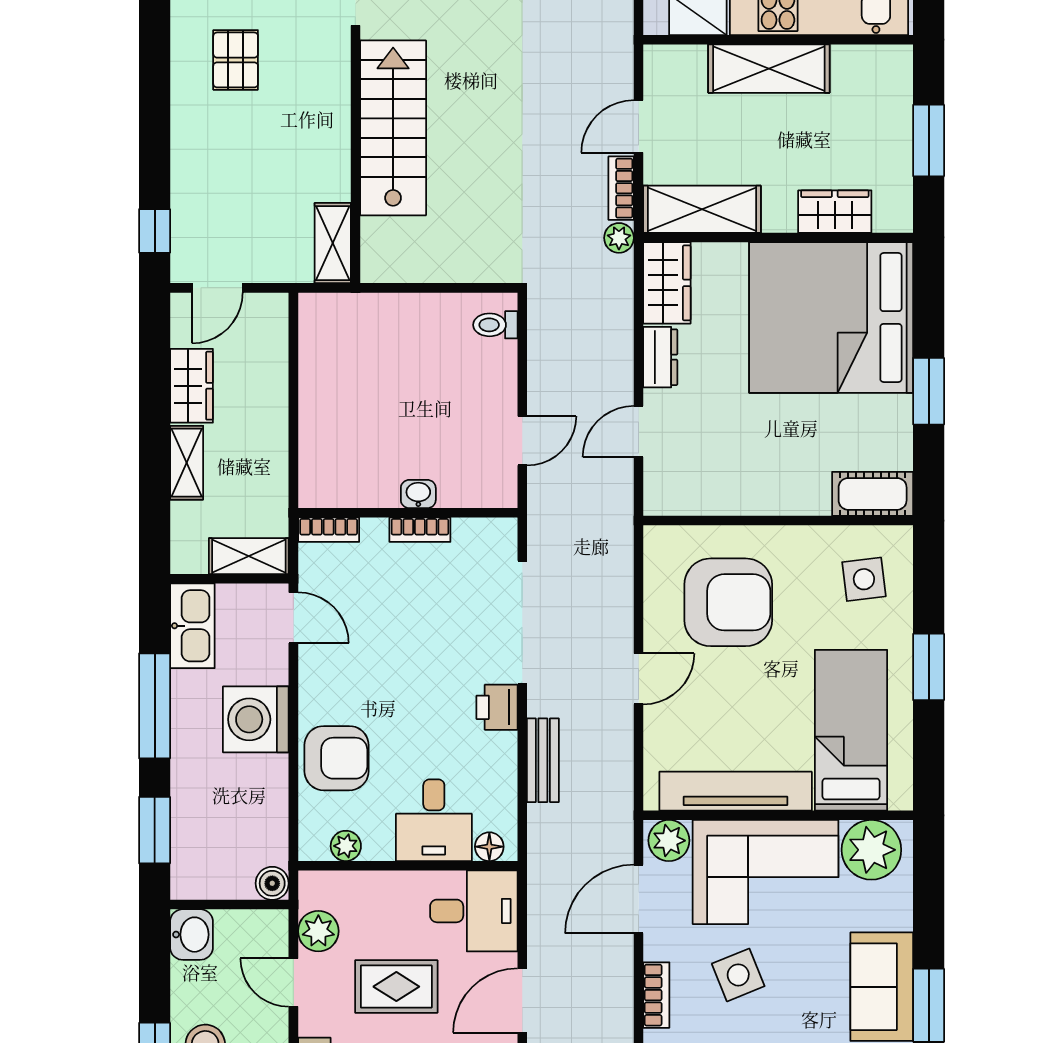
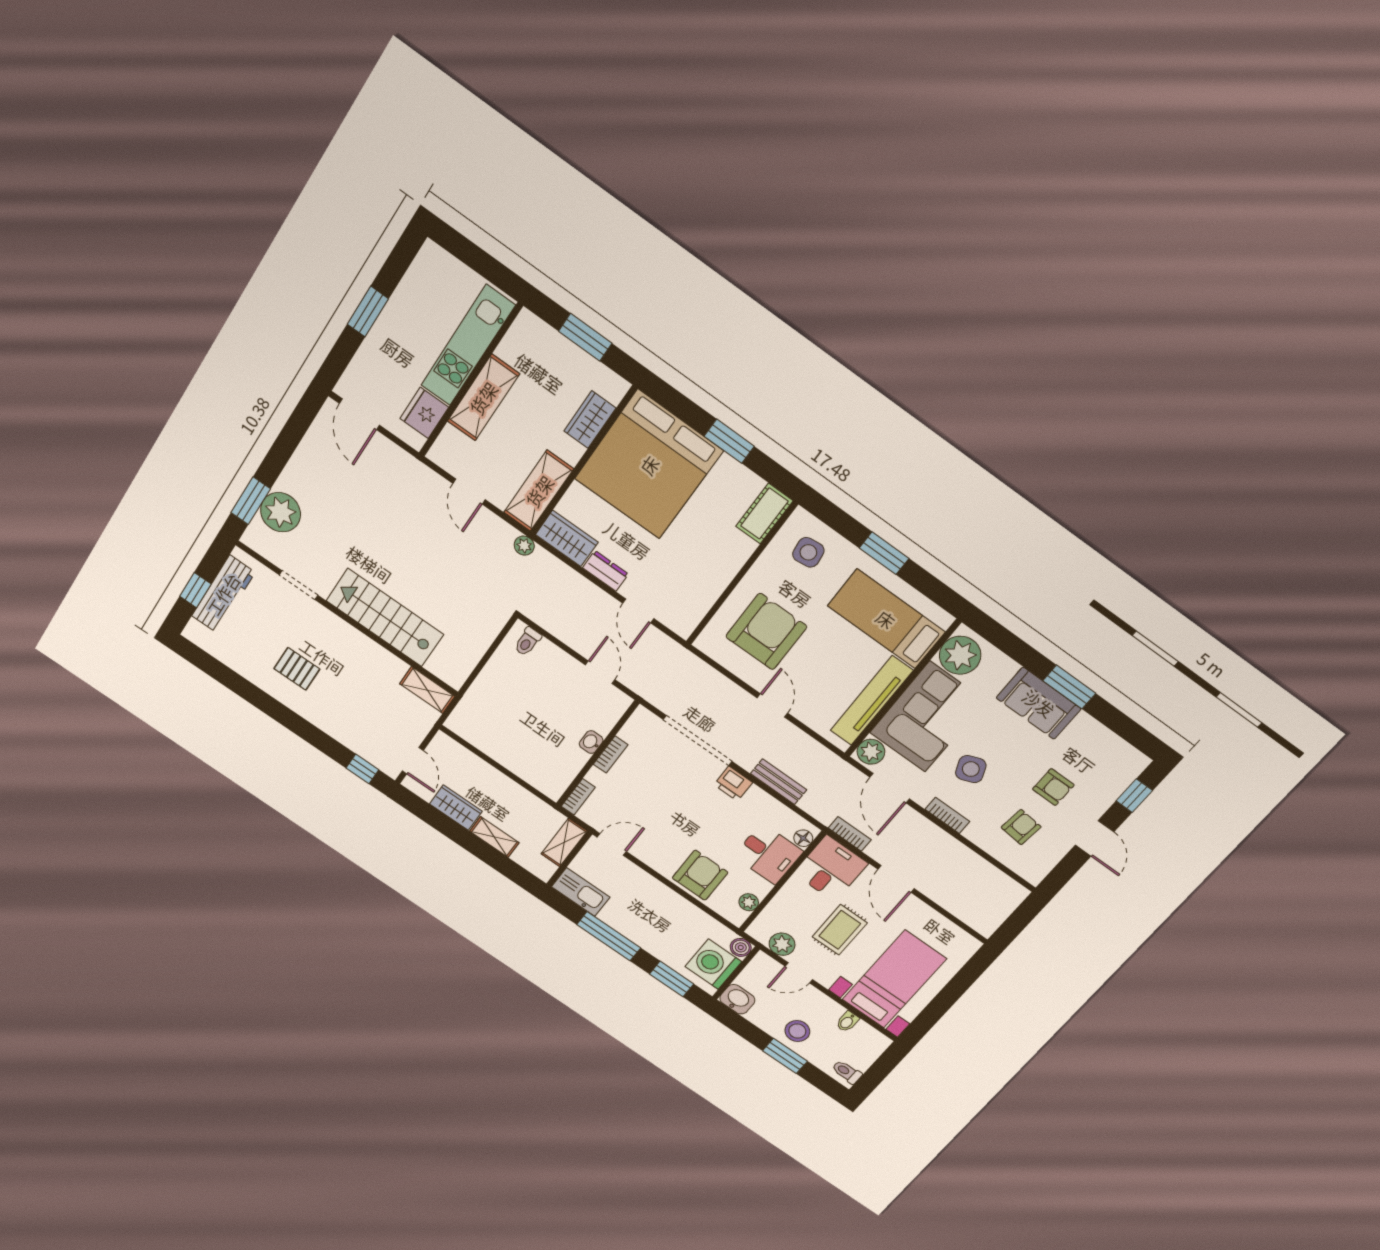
bookcase: (621, 188) -> (850, 834), moved, turned 180
washing machine: (256, 719) -> (713, 964), moved, turned 90

